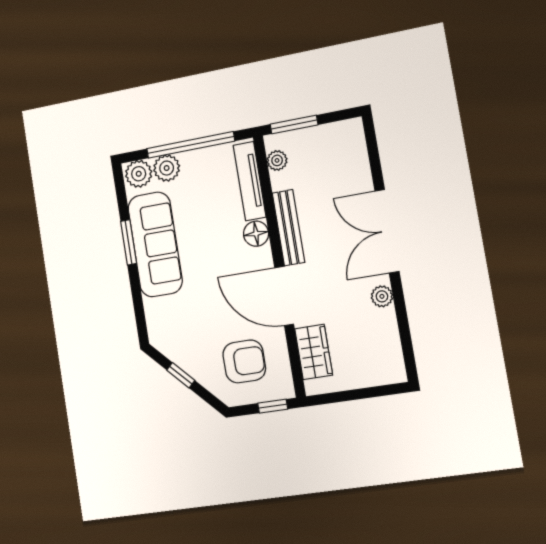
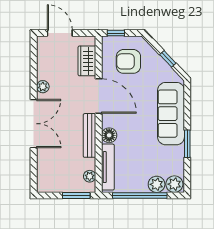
sofa: (155, 244) -> (171, 114), moved
door: (368, 393) -> (60, 33), added

